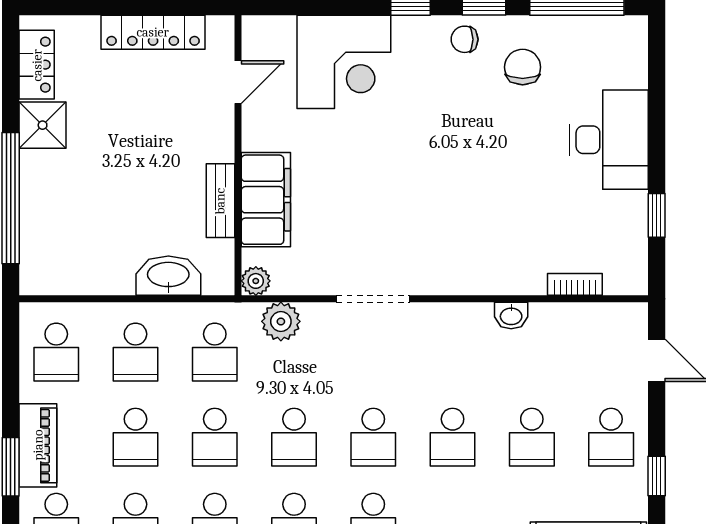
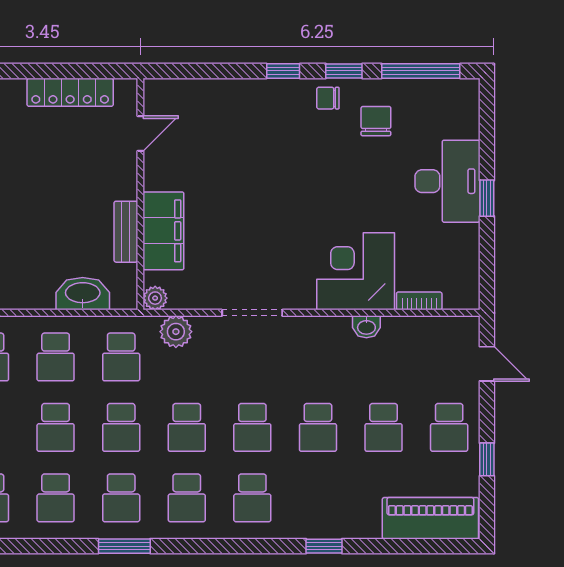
corner desk: (344, 62) -> (356, 271), moved, turned 180
window: (657, 215) -> (487, 198), moved

